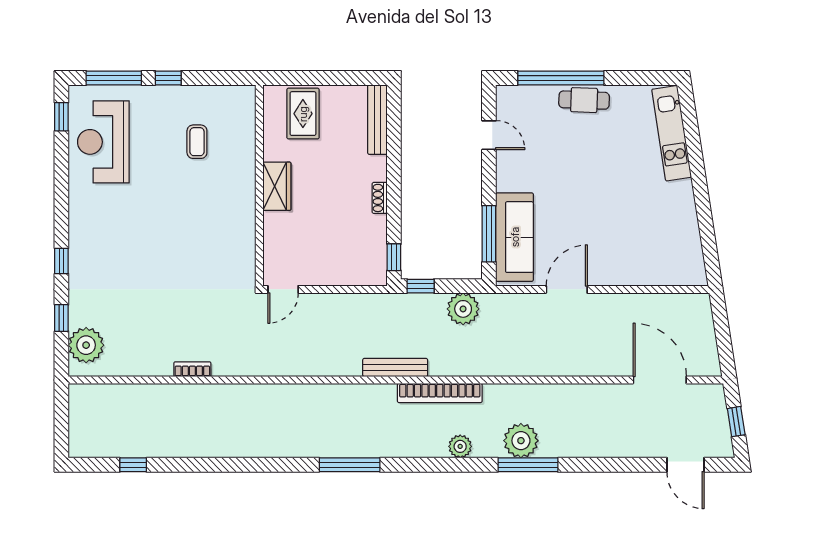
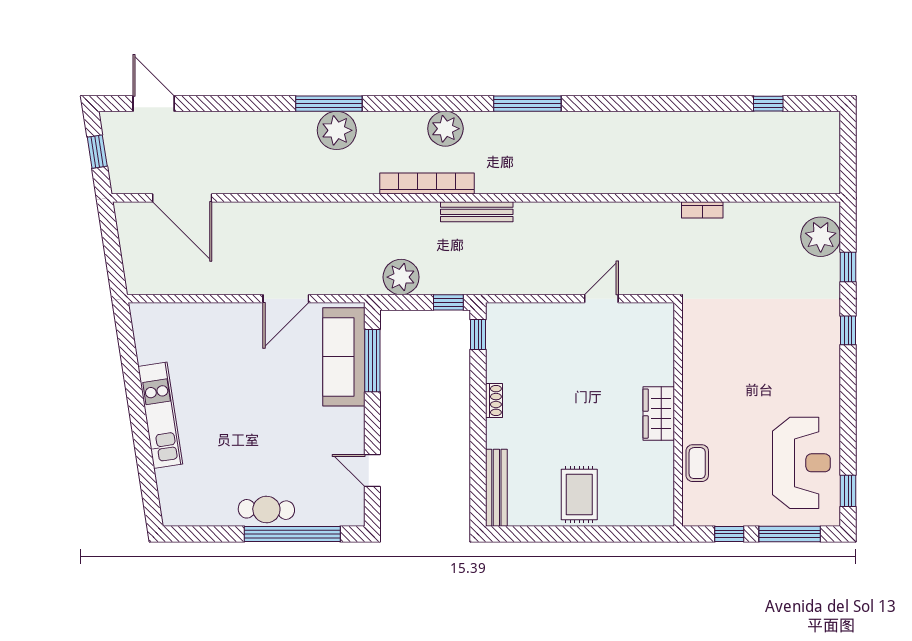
kitchen unit: (672, 133) -> (160, 415), moved
wall: (259, 185) -> (678, 414), moved
wardrobe: (277, 186) -> (659, 414), moved
plant: (460, 446) -> (445, 129), moved, width x1.36, depth x1.36

